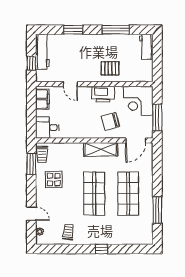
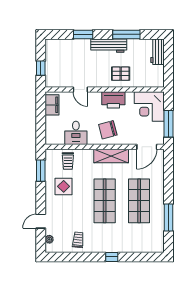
workbench: (42, 52) -> (109, 46), moved, turned 90
chair: (110, 121) -> (108, 130), moved
desk: (47, 128) -> (76, 133), moved, turned -90
trolley: (42, 155) -> (68, 161), moved
door: (31, 214) -> (41, 221), swing flipped

